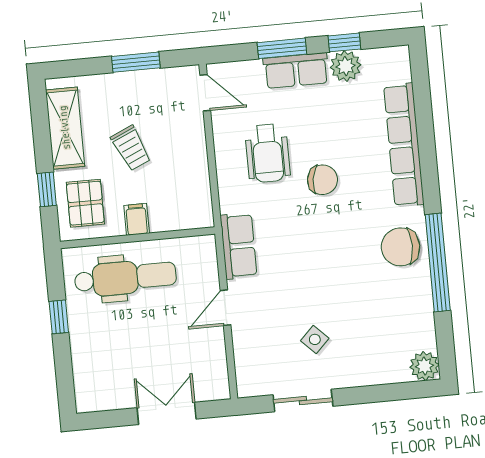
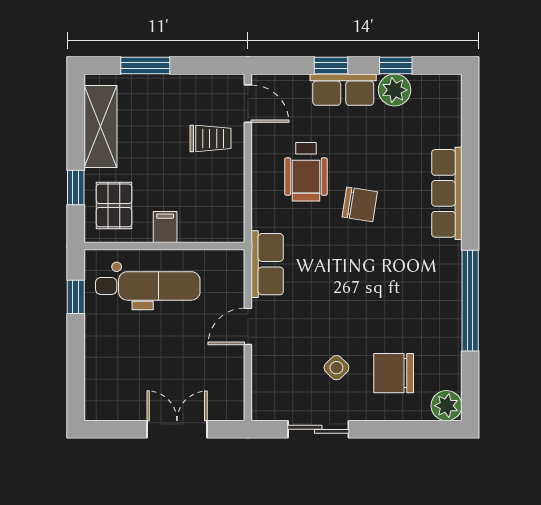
window: (282, 48) -> (331, 66), width x0.67
window: (136, 62) -> (145, 66), moved
row of seats: (404, 145) -> (447, 193), width x0.73
trolley: (131, 148) -> (210, 138), moved, turned -66
chair: (401, 247) -> (394, 373), moved
window: (59, 317) -> (76, 297), moved

